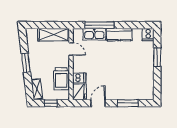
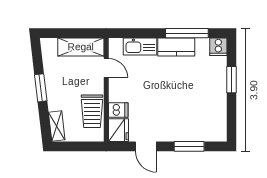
window: (100, 25) -> (187, 33), moved
window: (51, 103) -> (77, 146), removed
door: (98, 103) -> (146, 146), swing flipped

